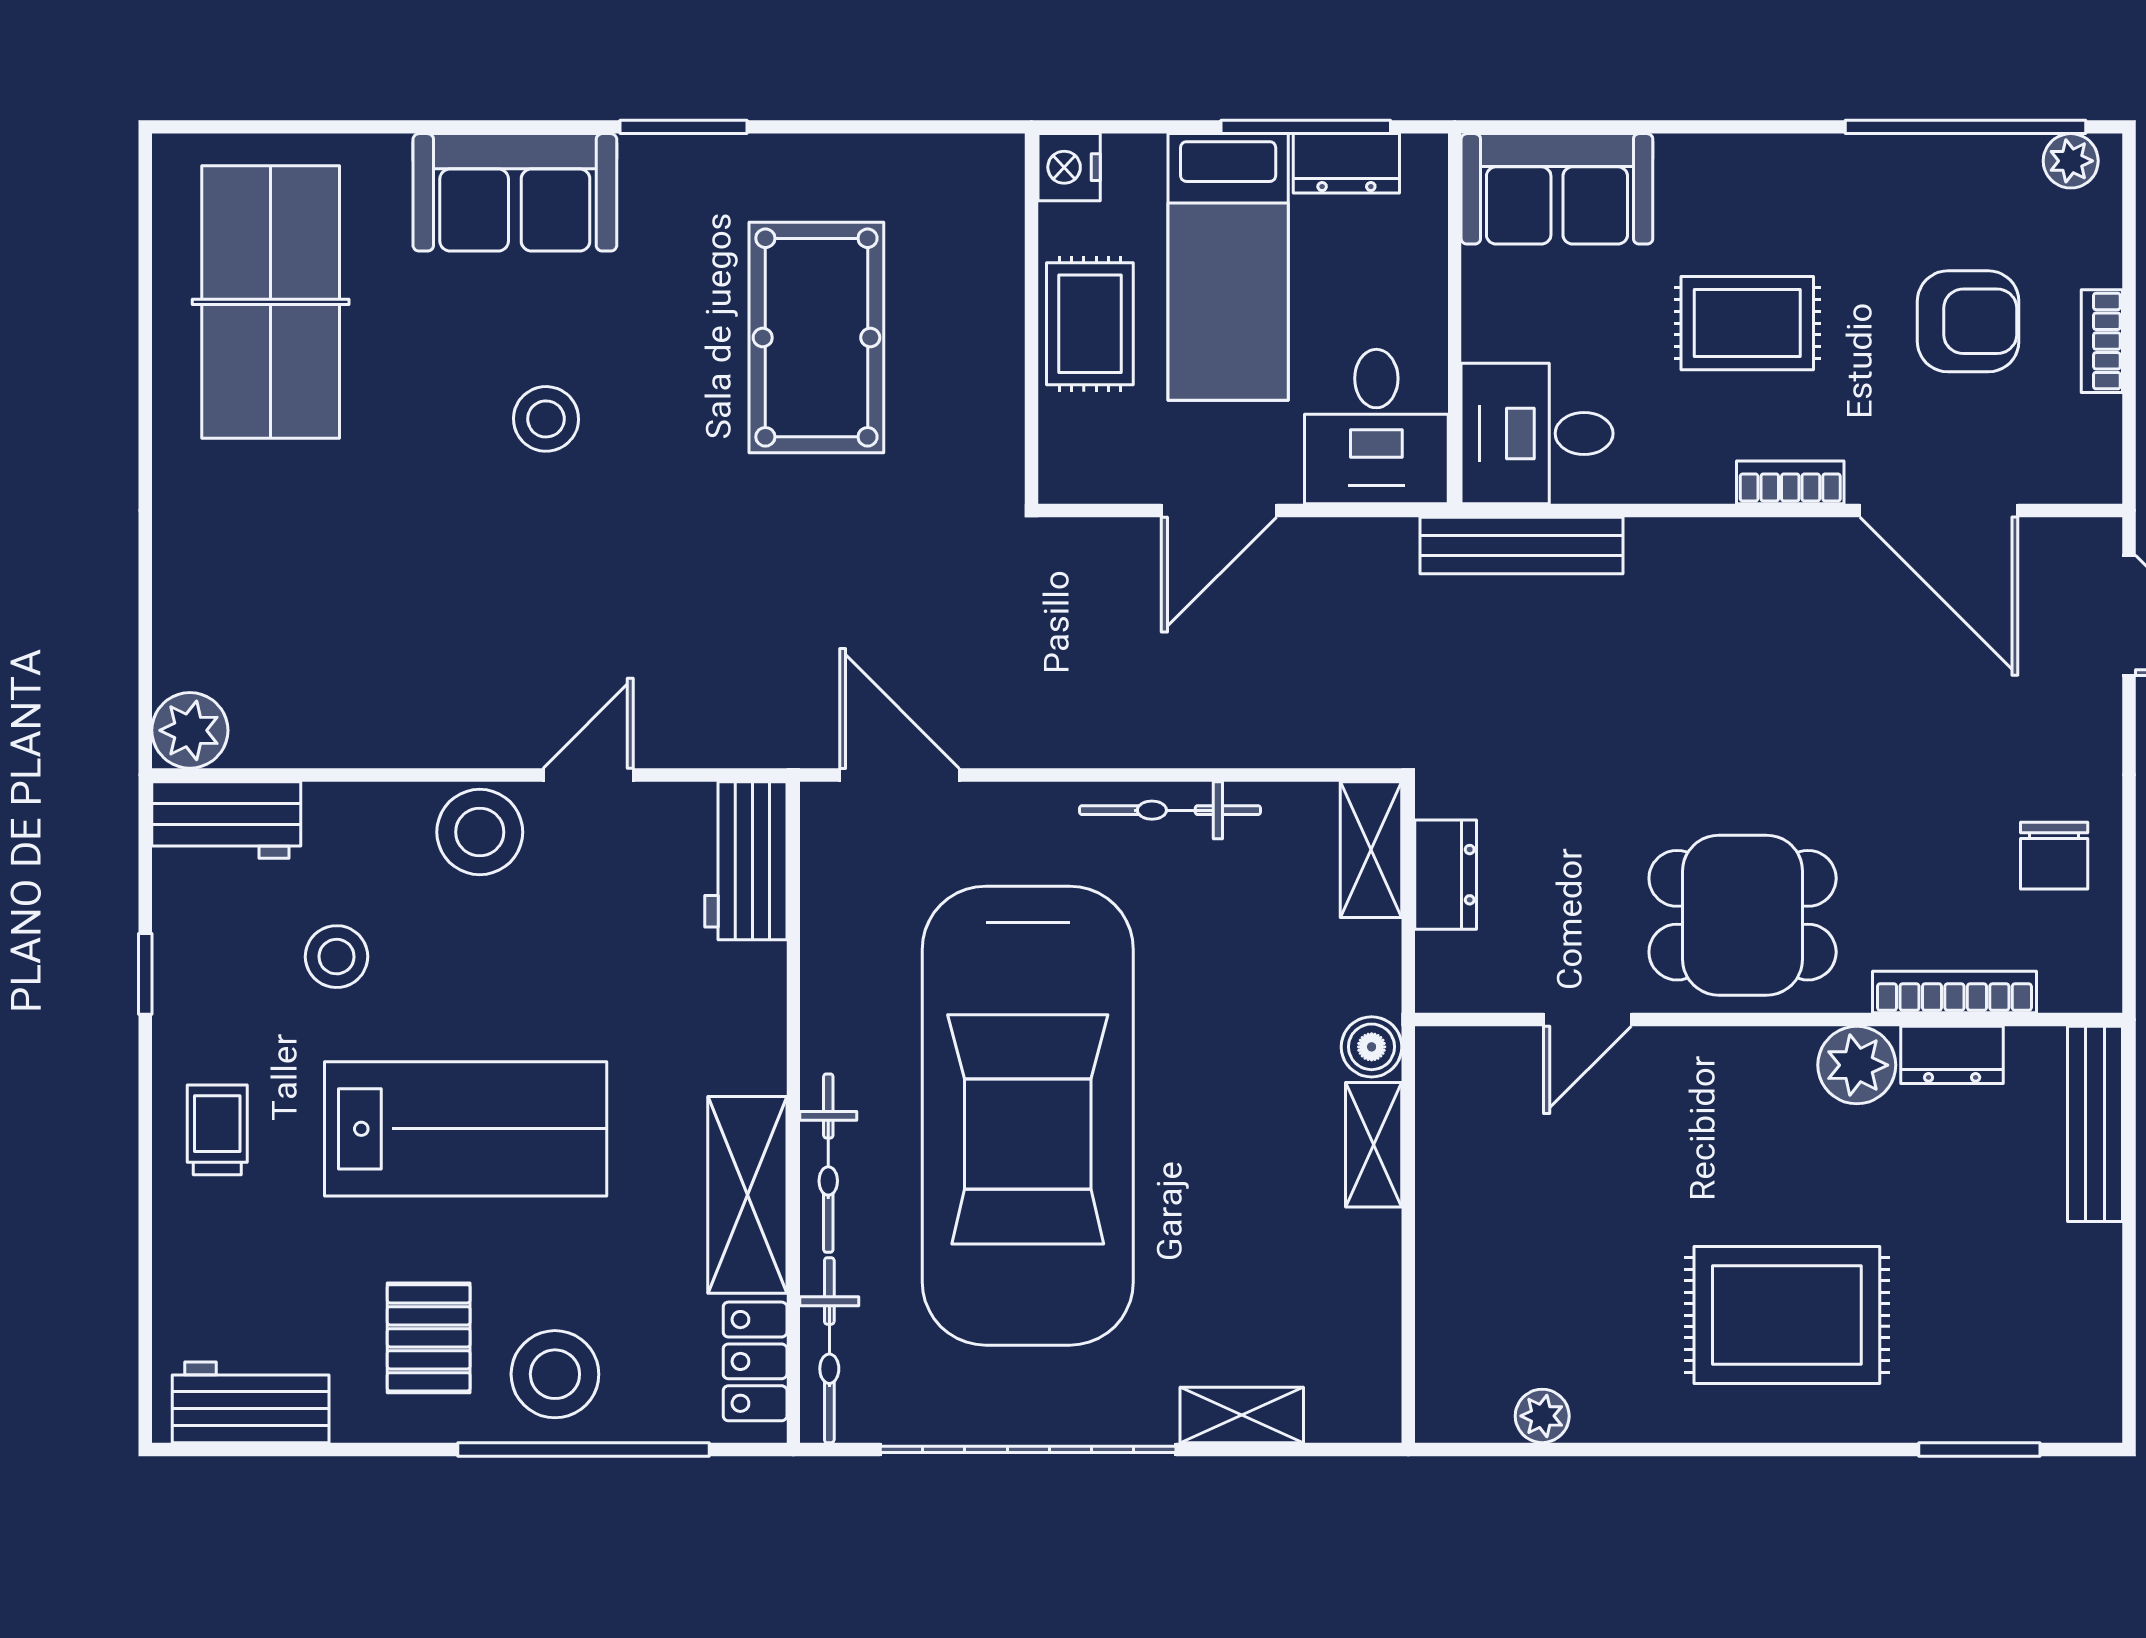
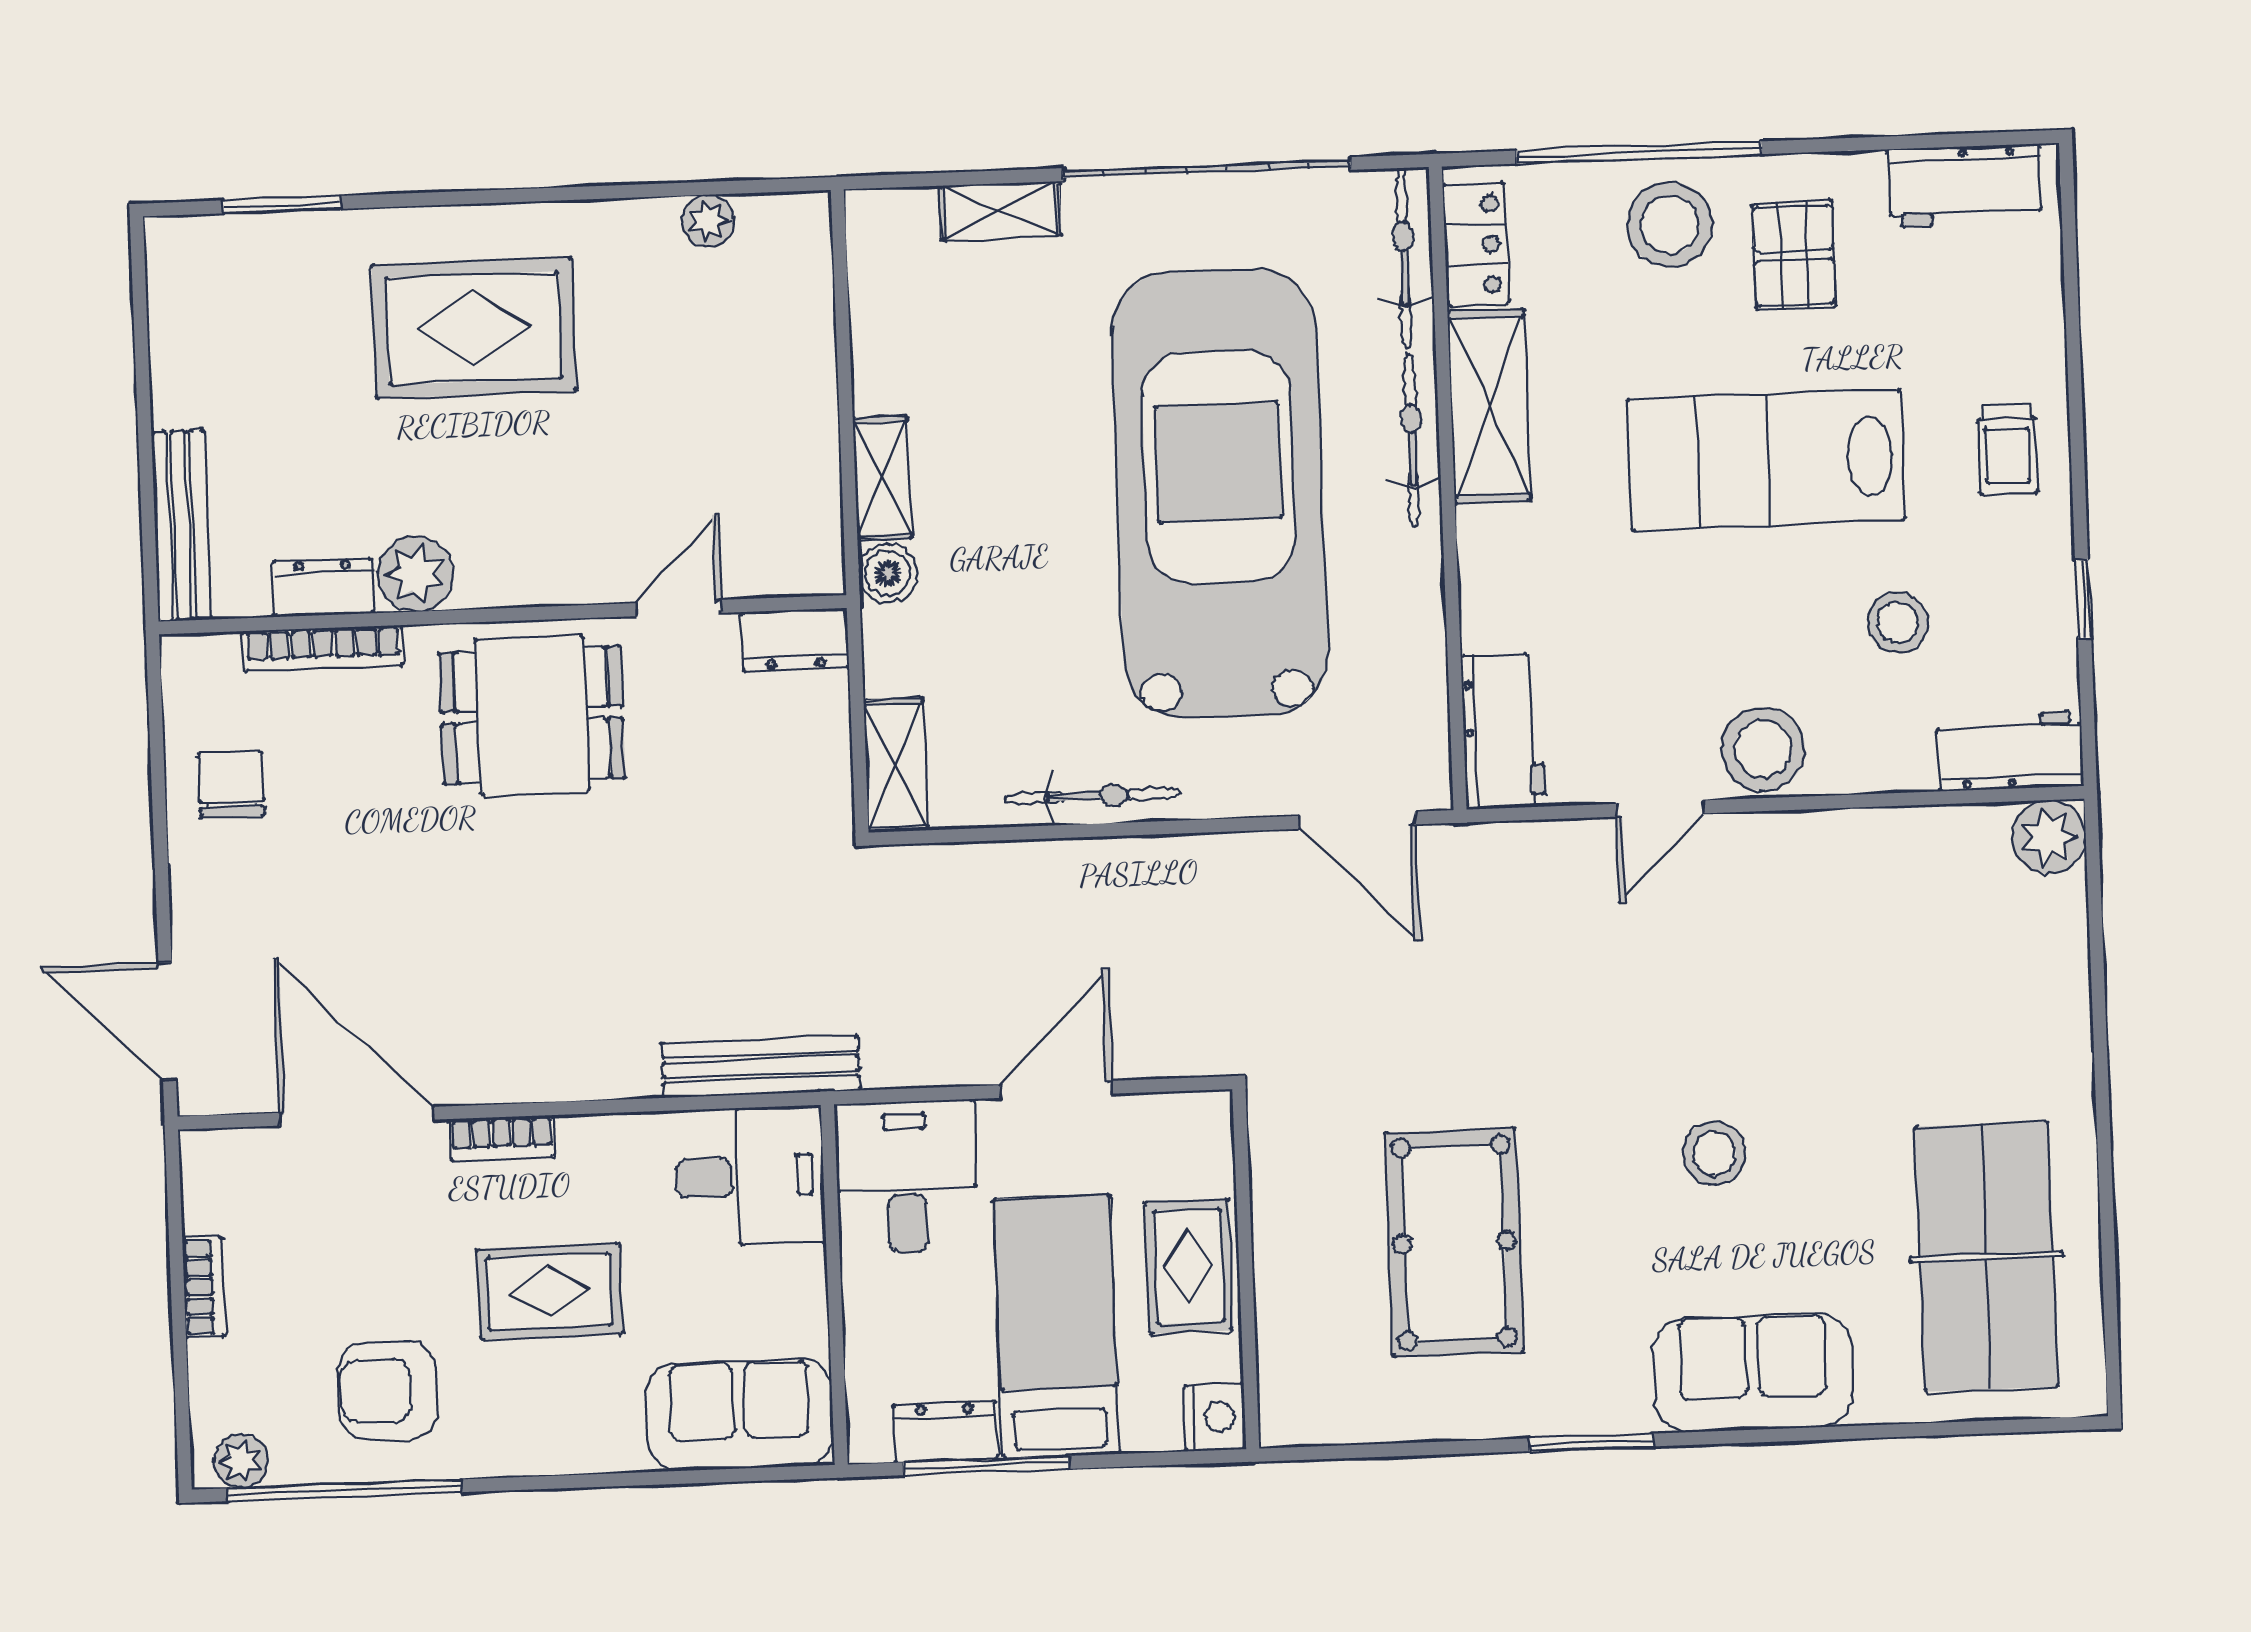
armchair: (1968, 321) -> (387, 1391), moved
dresser: (1446, 875) -> (795, 640), moved, turned -90

